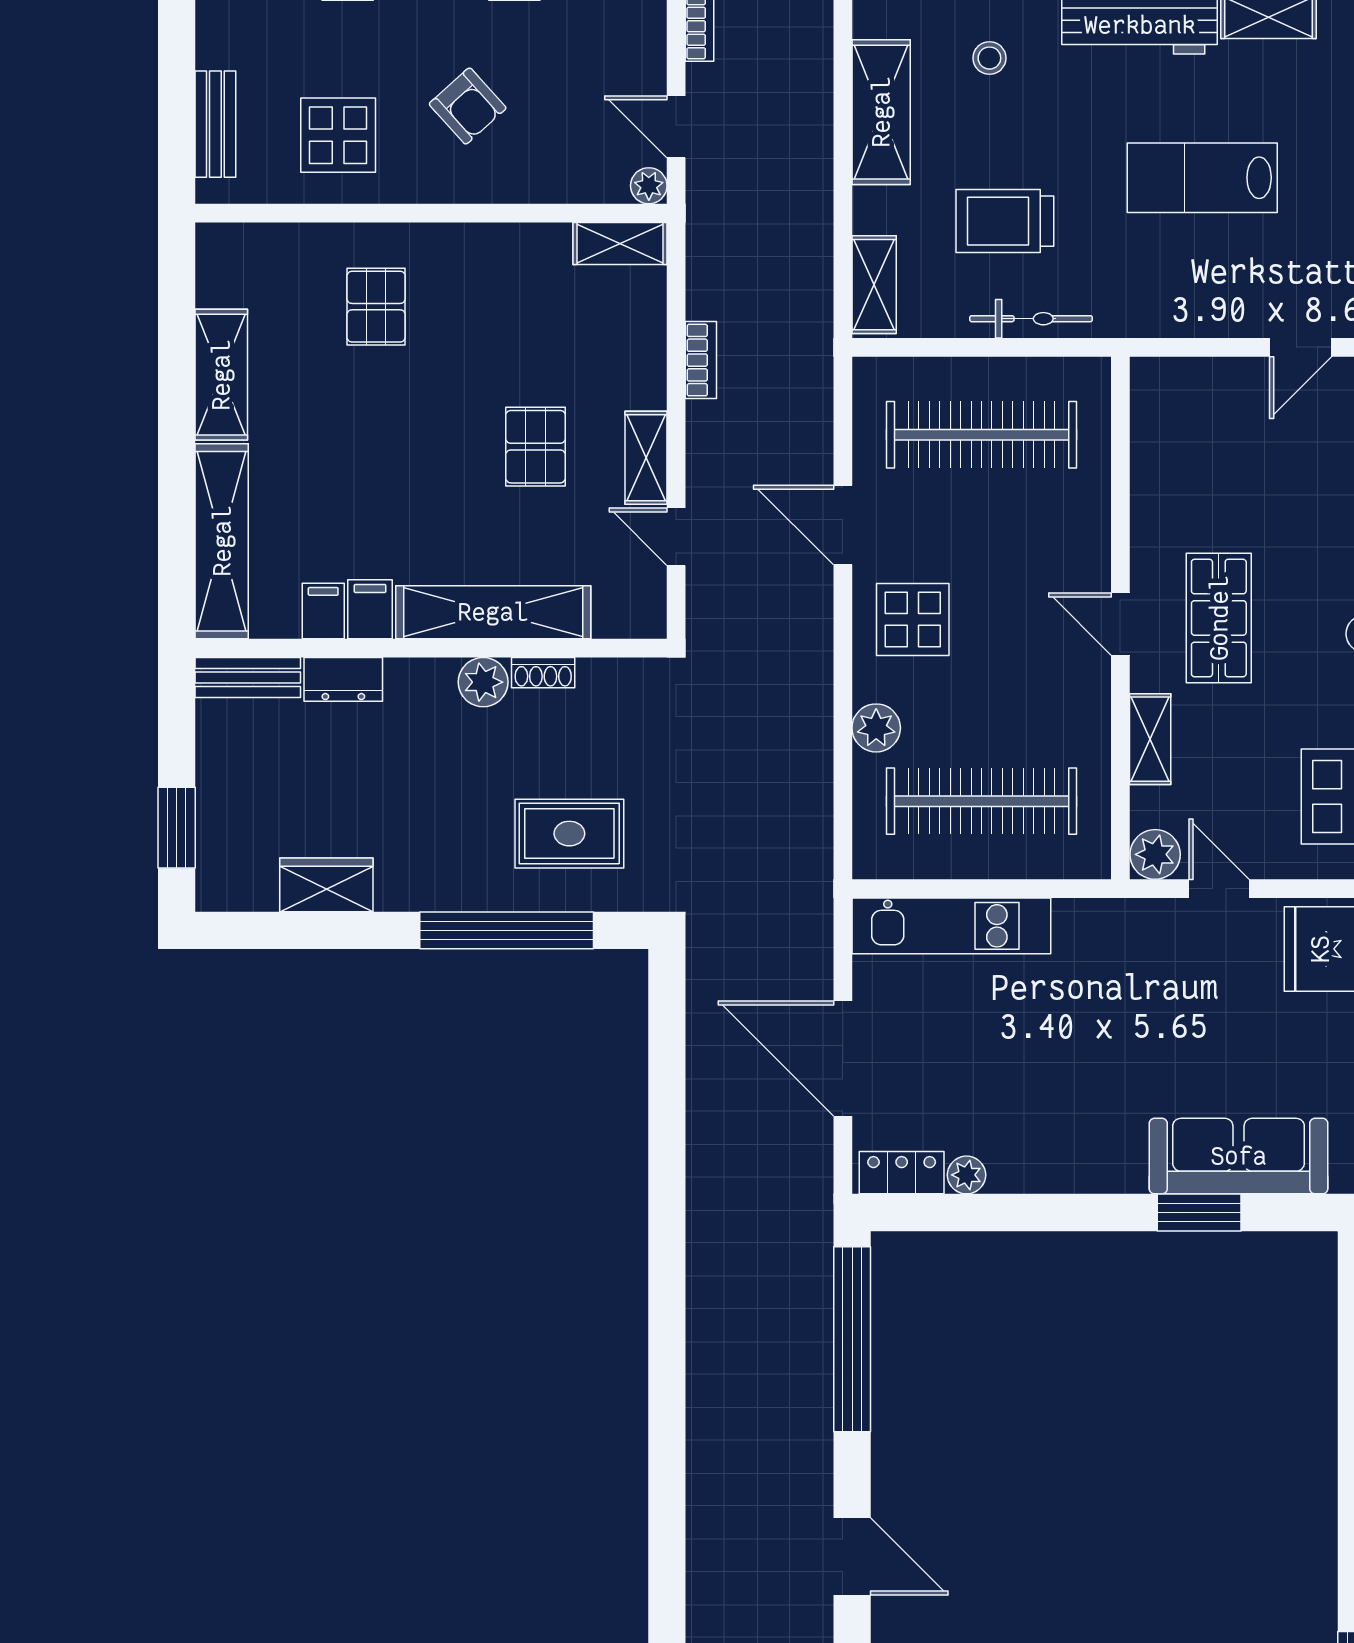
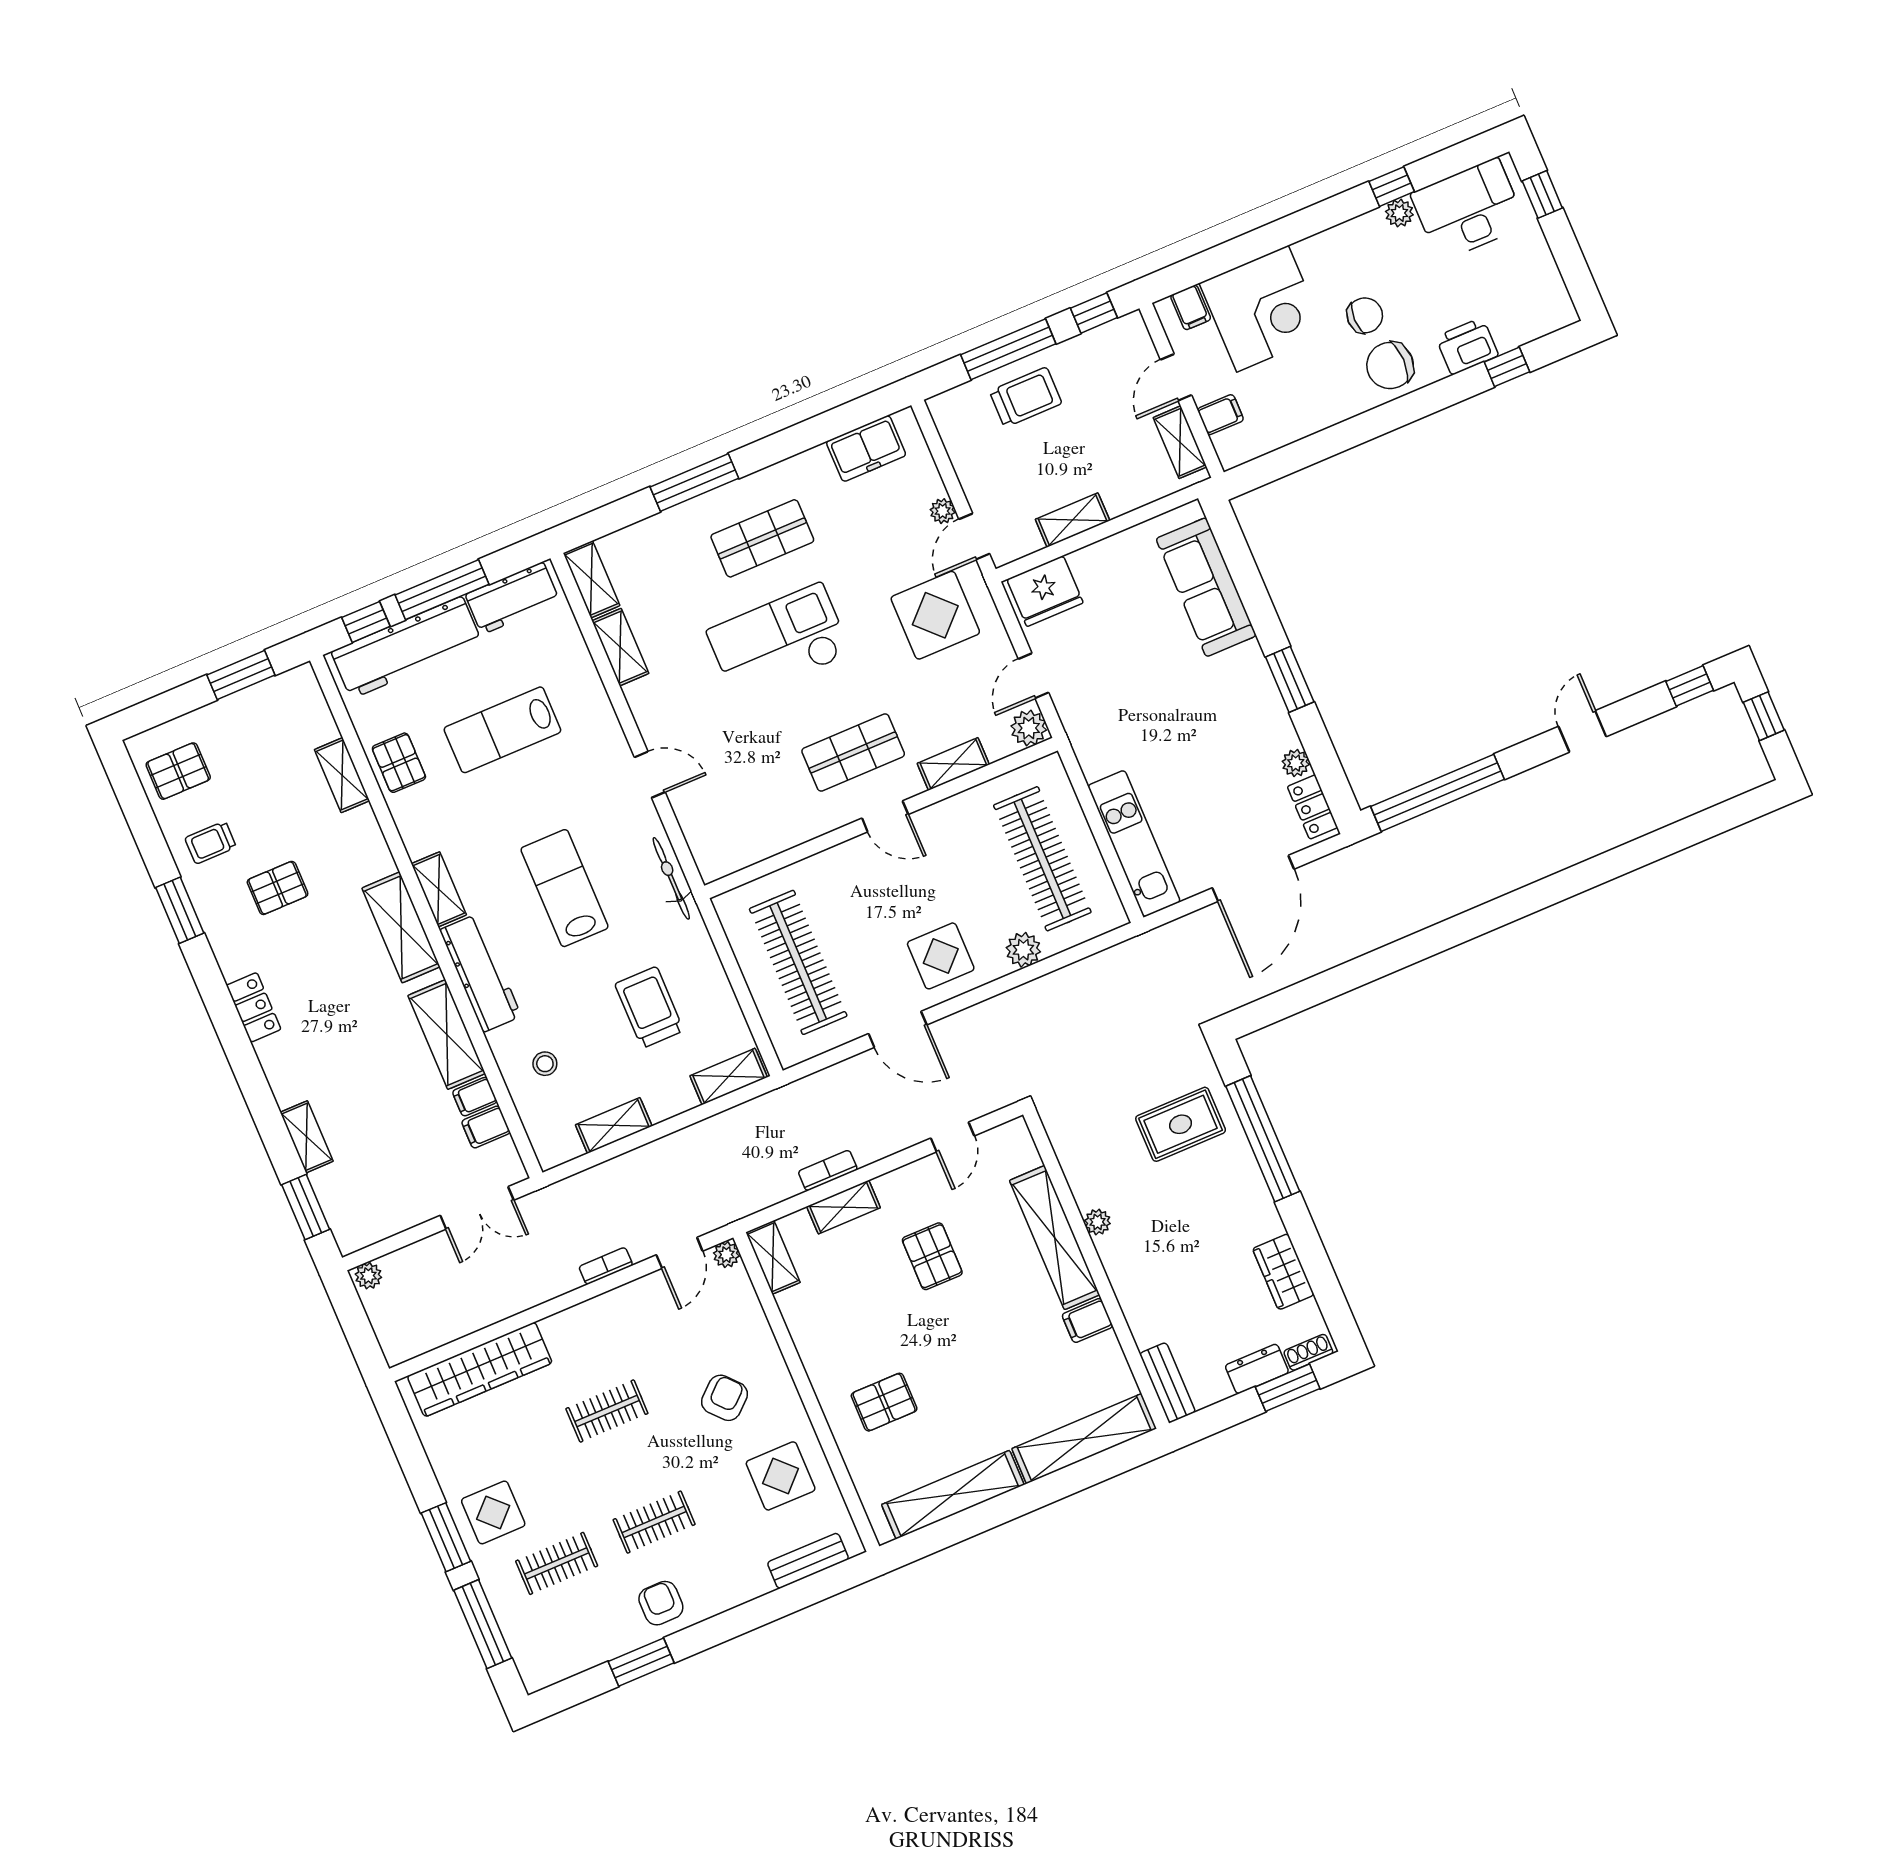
shelving: (881, 112) -> (614, 1125), width x0.67, depth x0.75
lab bench: (1202, 178) -> (565, 888), turned 180
trolley: (1005, 221) -> (649, 1007), turned 180
bicycle: (1031, 319) -> (671, 878), moved
shelving: (221, 375) -> (953, 1495), width x1.47
pallet: (536, 447) -> (932, 1256), turned 90
shelving: (646, 458) -> (843, 1207), moved
door: (843, 525) -> (898, 1029), hinge flipped
filing cabinet: (323, 611) -> (1102, 1351), removed
door: (1120, 624) -> (885, 816), hinge flipped
shoe rack: (543, 673) -> (1308, 1352), moved, turned -90
dresser: (343, 679) -> (1257, 1369), moved, turned -90
plant: (483, 682) -> (1098, 1222), width x0.73, depth x0.73
rug: (569, 834) -> (1181, 1124), turned 90
window: (1199, 1213) -> (1290, 679), moved
door: (852, 1556) -> (1582, 731), width x0.73

